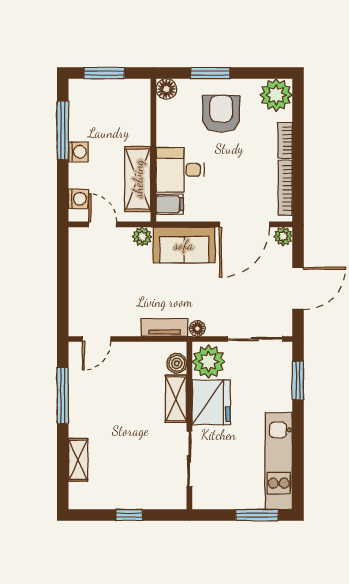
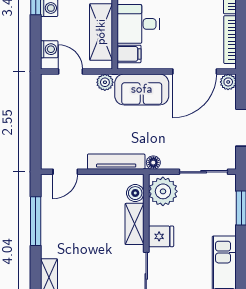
tv unit: (165, 327) -> (116, 162), width x1.41
fridge: (211, 402) -> (161, 236), width x0.53, depth x0.75

